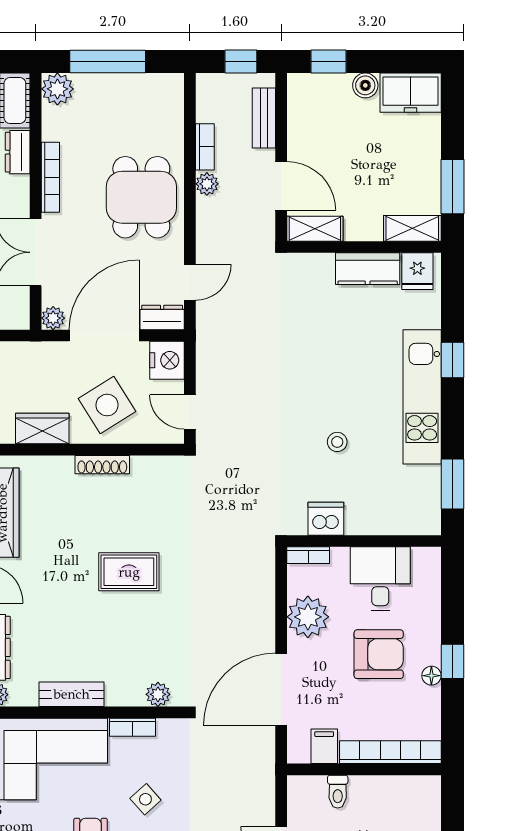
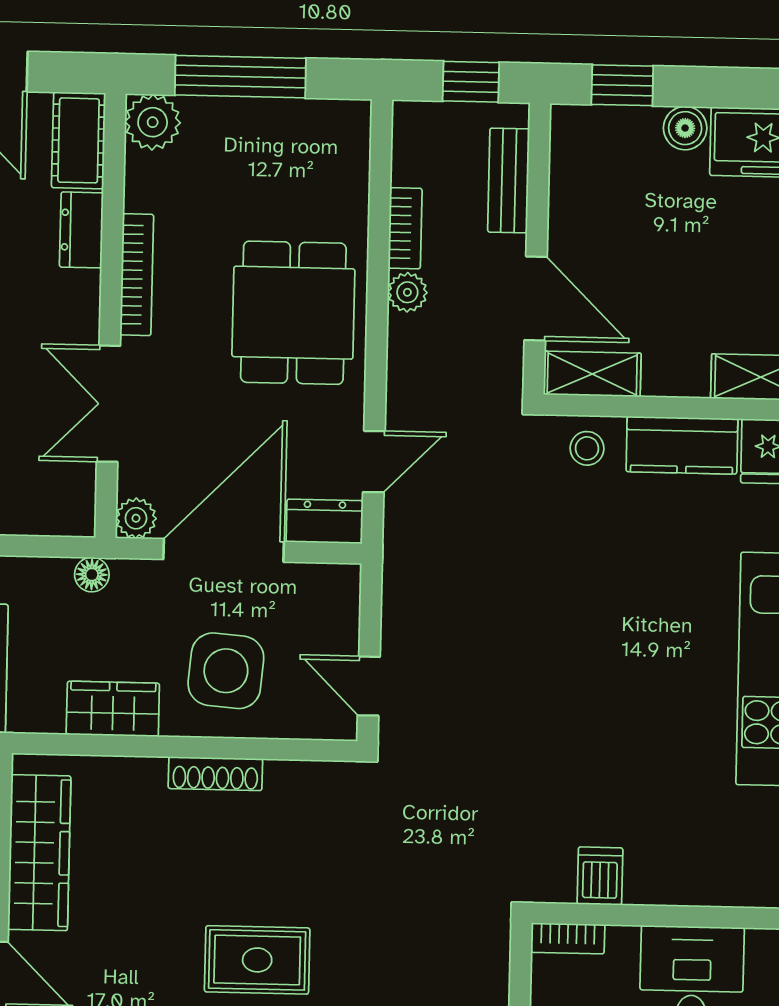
floor lamp: (28, 351) -> (92, 575), added
nightstand: (167, 360) -> (331, 596), removed
side table: (107, 405) -> (226, 671), turned 37
stool: (337, 442) -> (587, 448), moved
dishwasher: (326, 519) -> (600, 876), width x0.73

